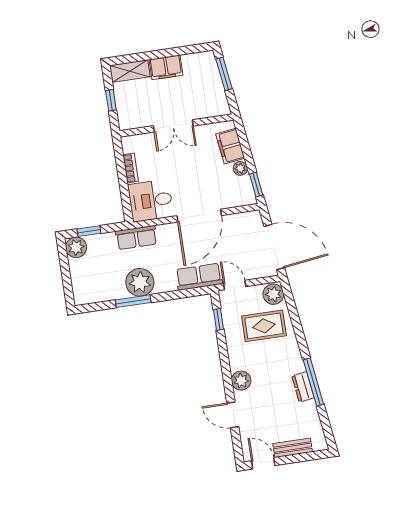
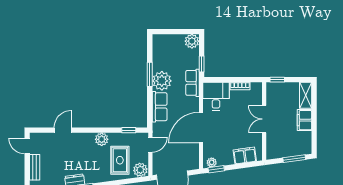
window: (111, 100) -> (277, 80), moved
plant: (240, 168) -> (212, 162), moved
door: (199, 216) -> (201, 128), hinge flipped
window: (89, 231) -> (202, 64), moved
row of seats: (199, 277) -> (160, 107), moved
plant: (241, 381) -> (102, 139), moved
door: (263, 463) -> (27, 146), swing flipped

